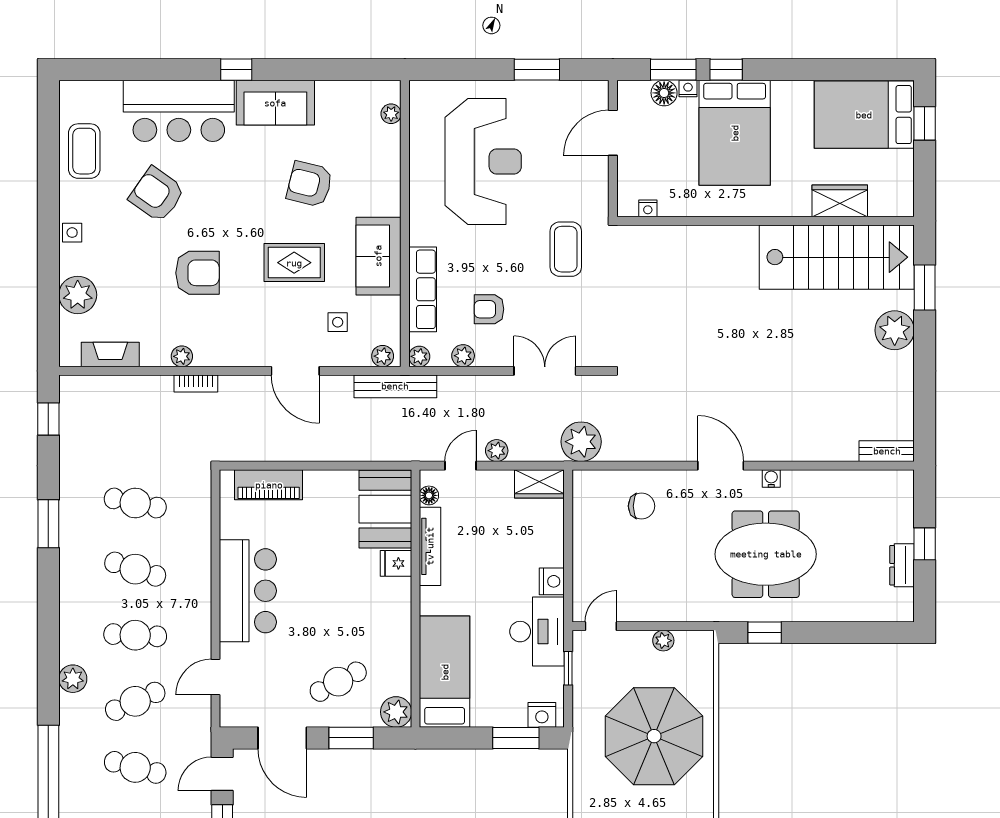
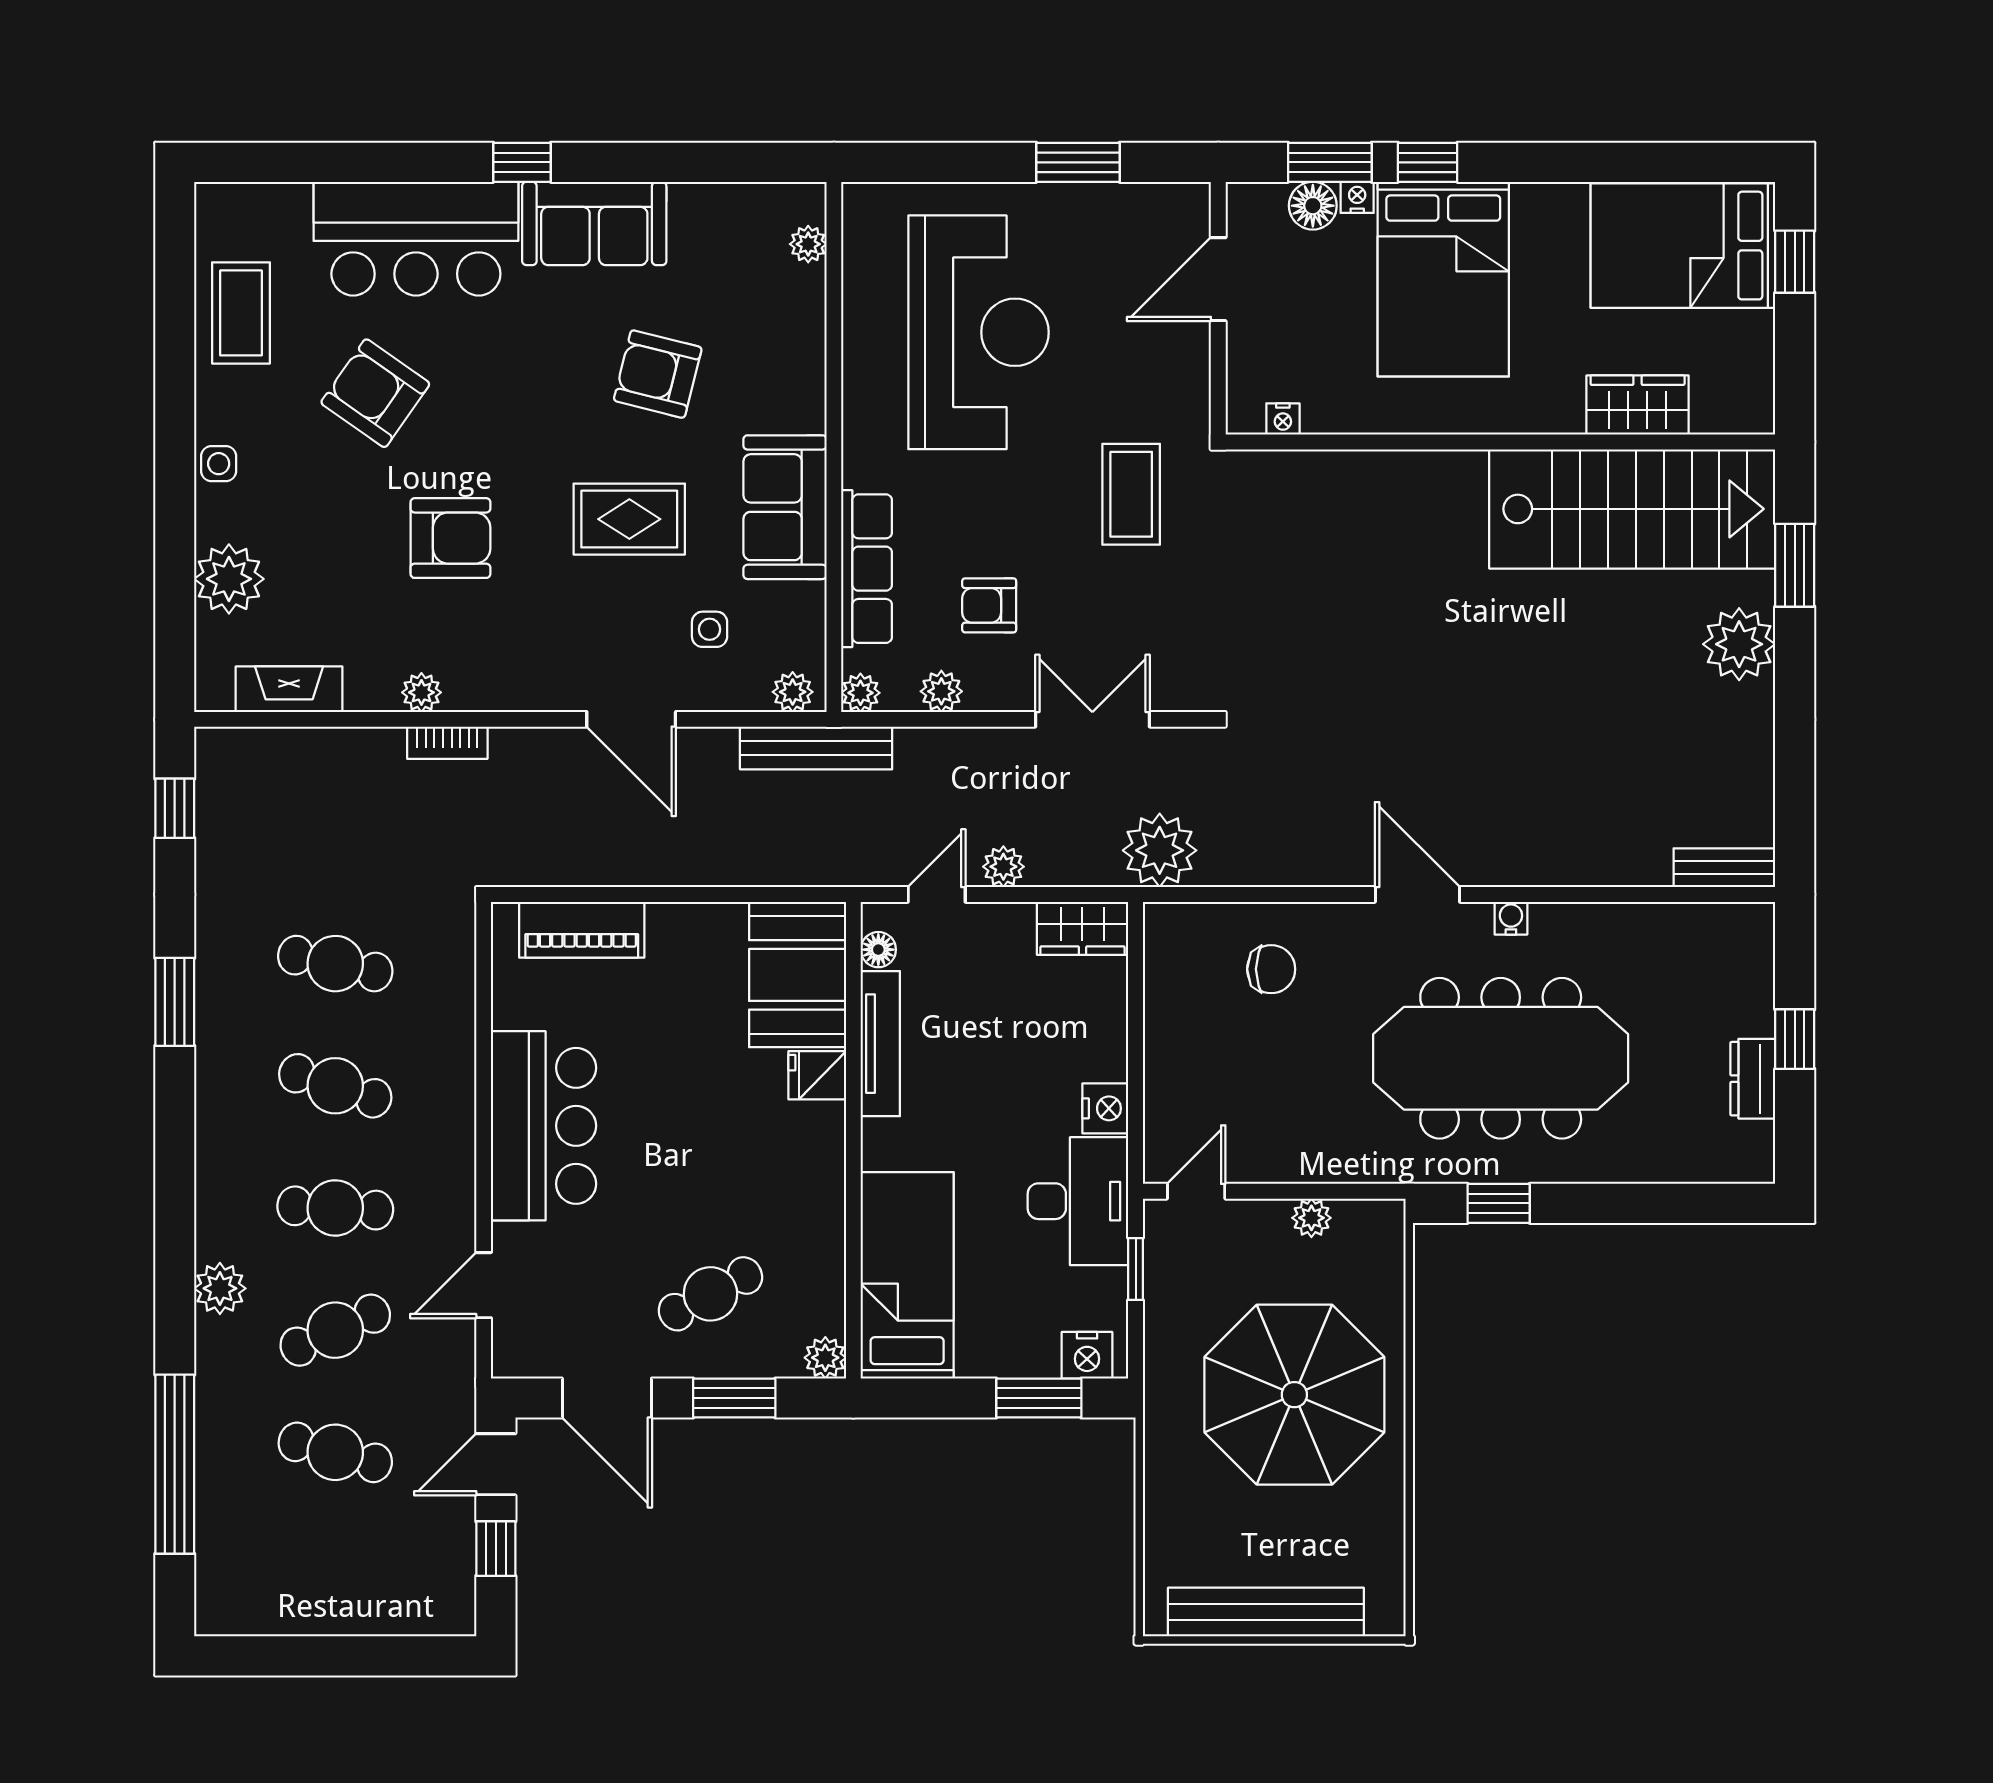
meeting table: (766, 554) -> (1501, 1058), width x1.36
plant: (396, 712) -> (825, 1358), width x0.73, depth x0.73

